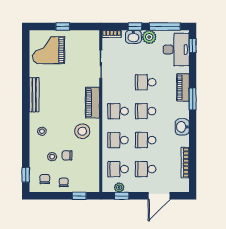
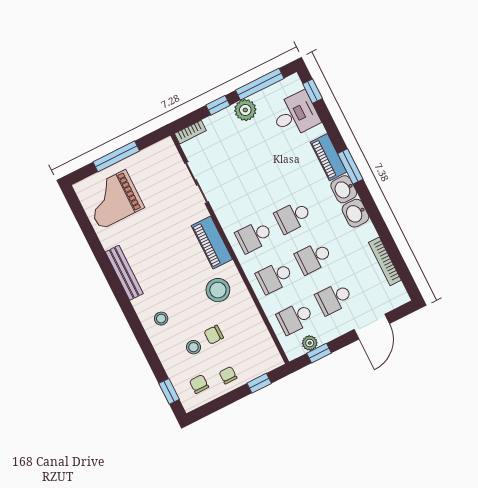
window: (63, 26) -> (116, 156), width x2.17
washbasin: (133, 37) -> (344, 189), moved, turned 90
desk: (176, 50) -> (295, 115), width x0.73
school desk: (146, 82) -> (272, 176), removed

